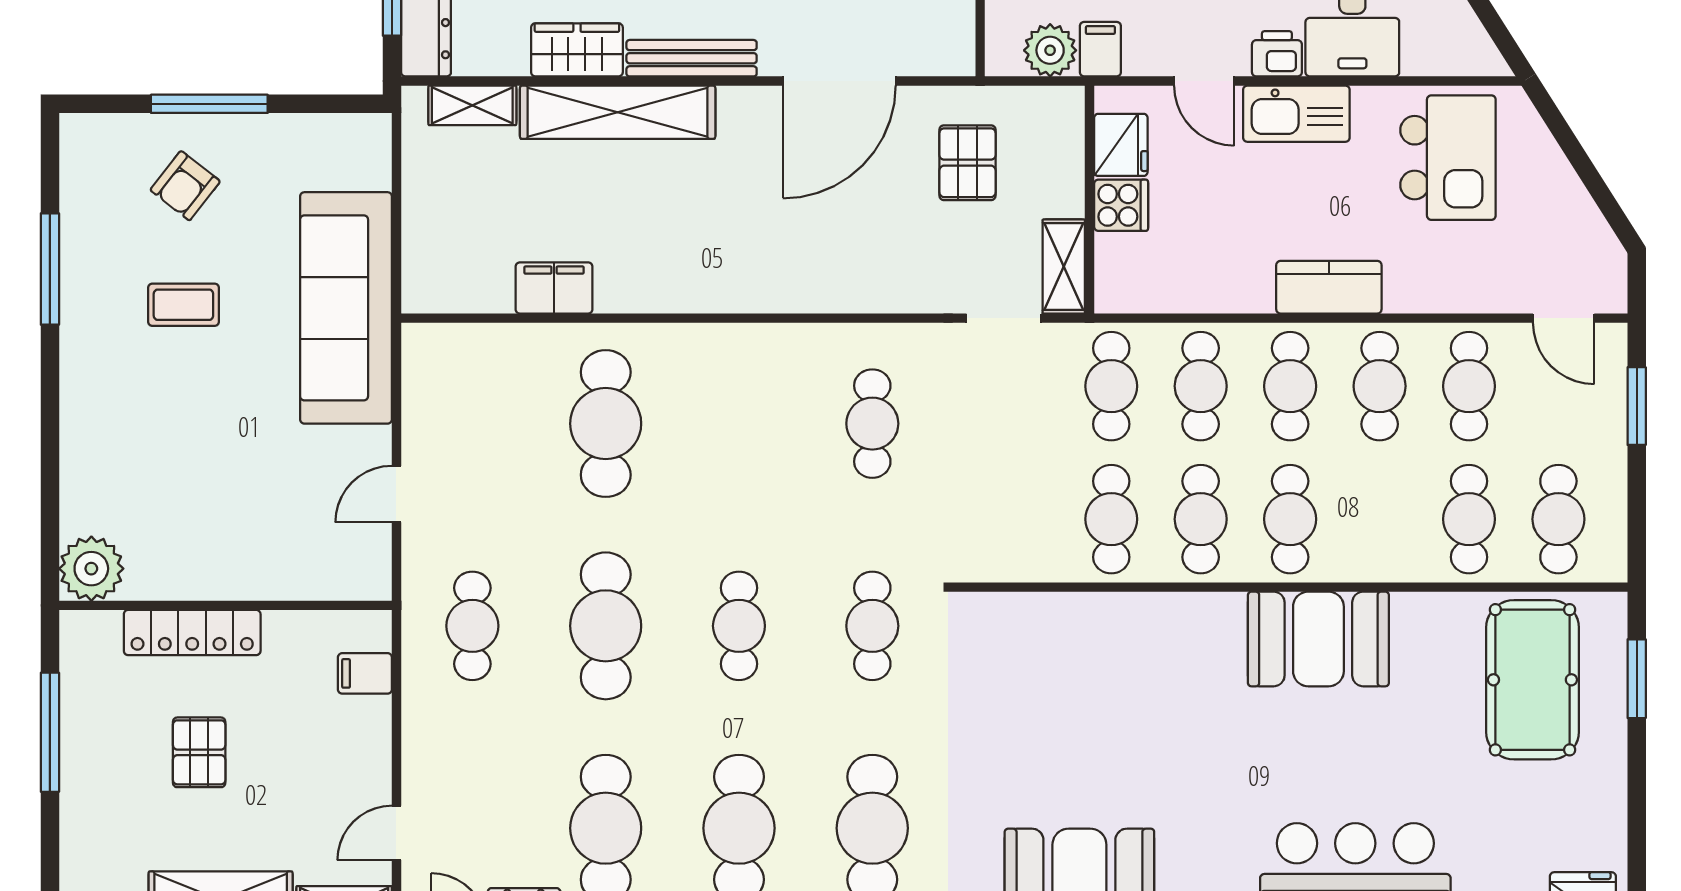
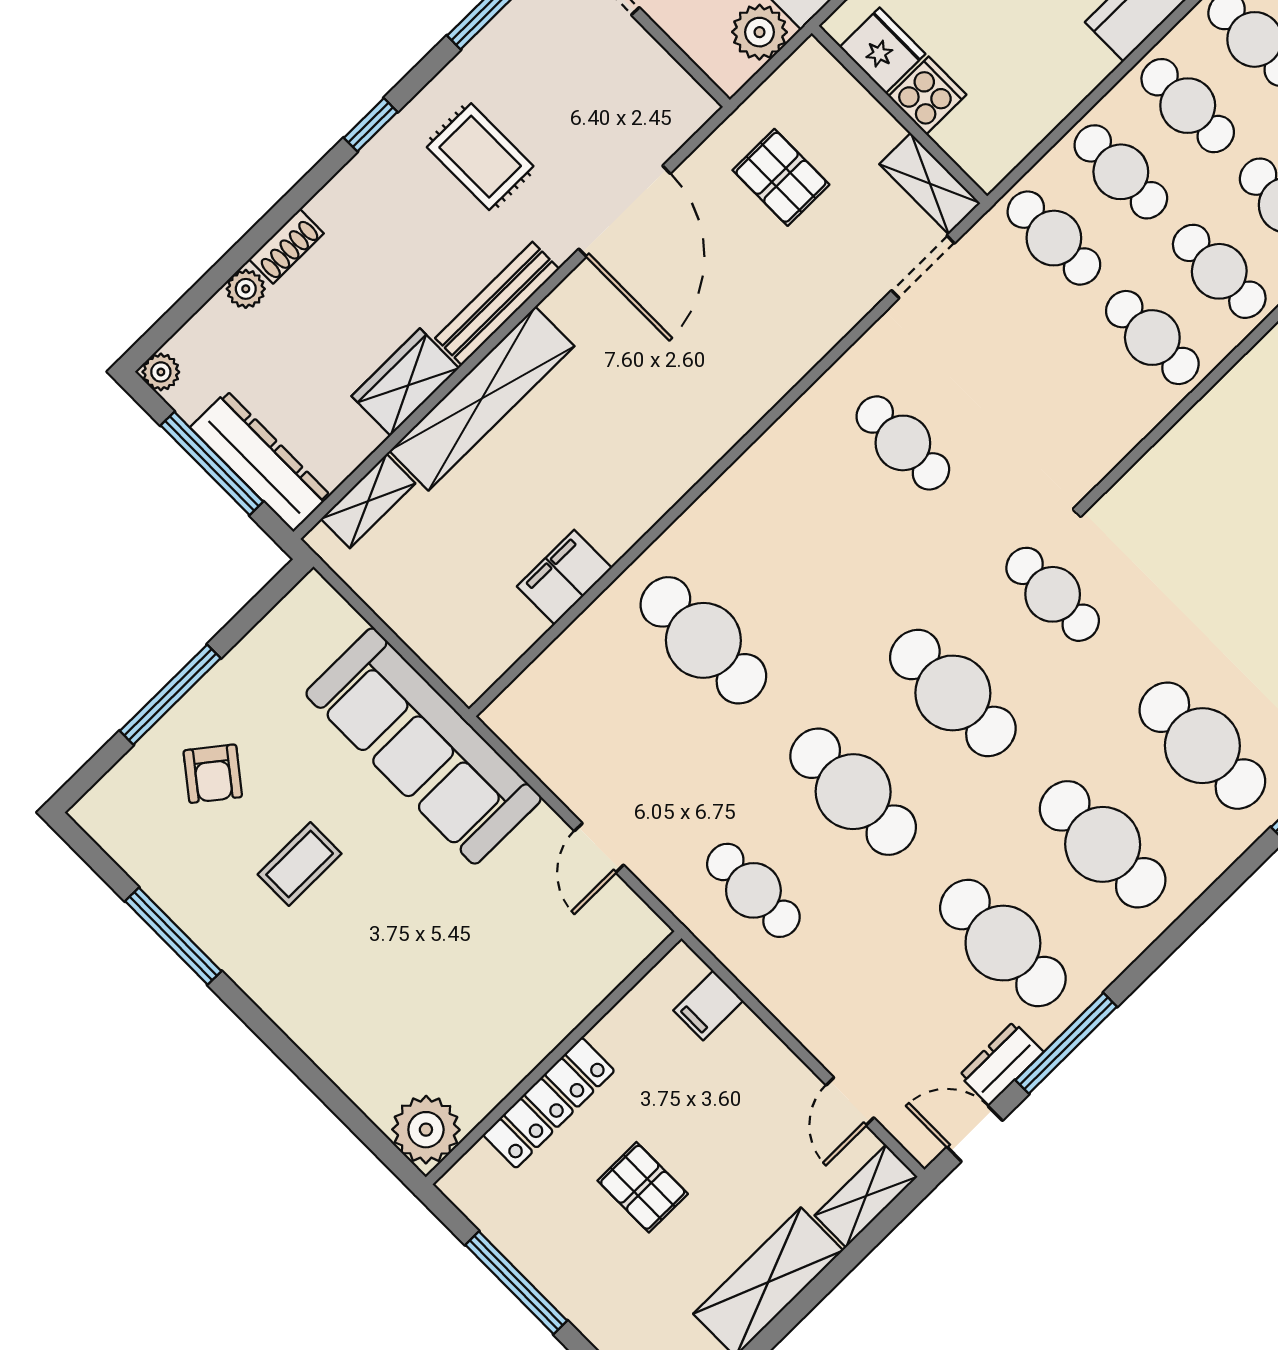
cafe table: (739, 626) -> (953, 693), width x1.37, depth x1.35

